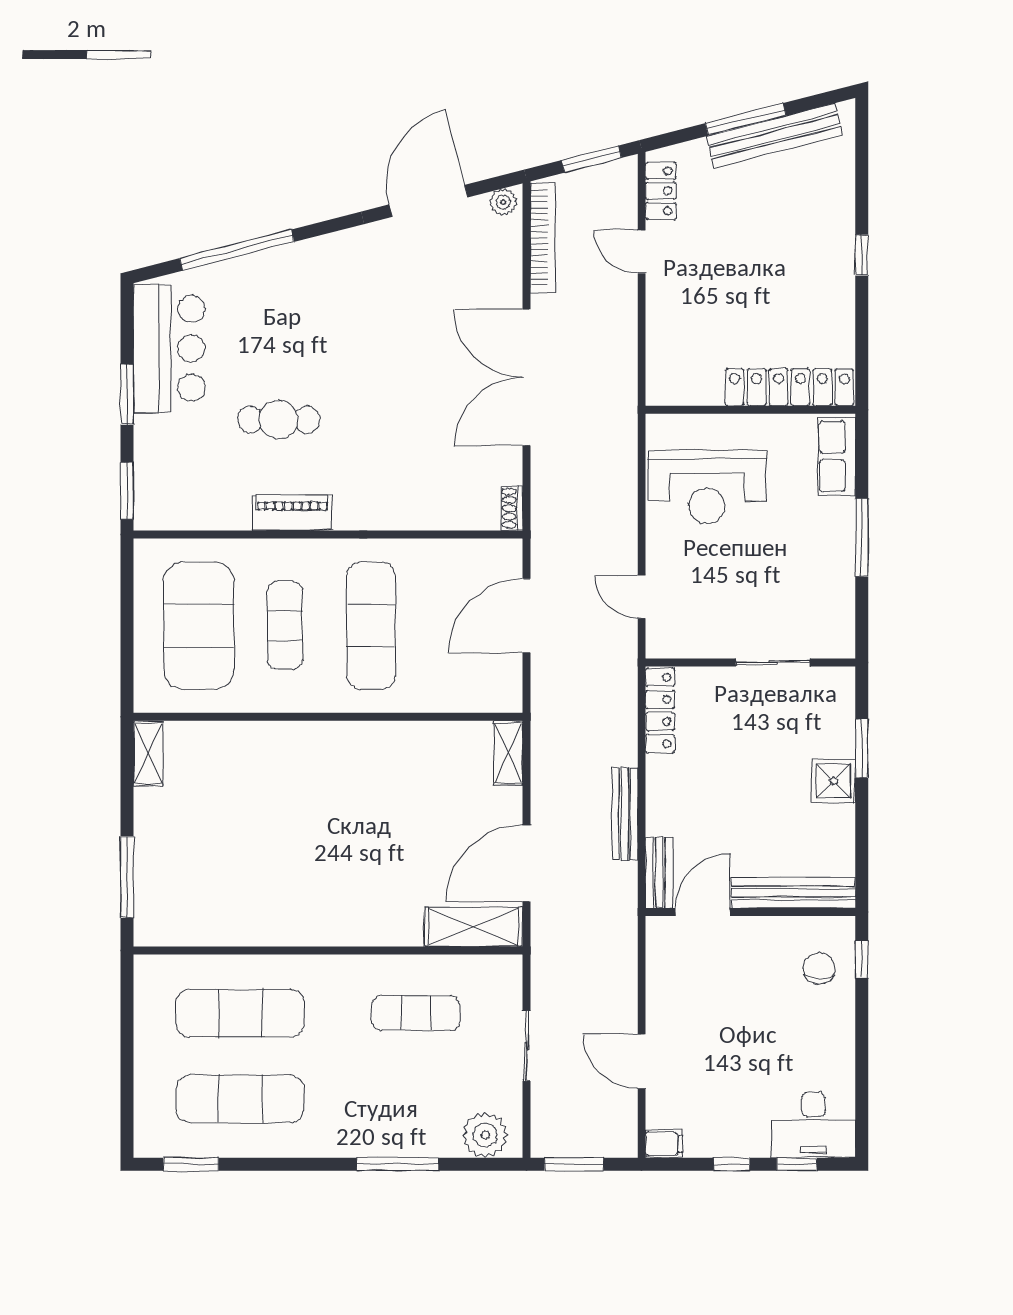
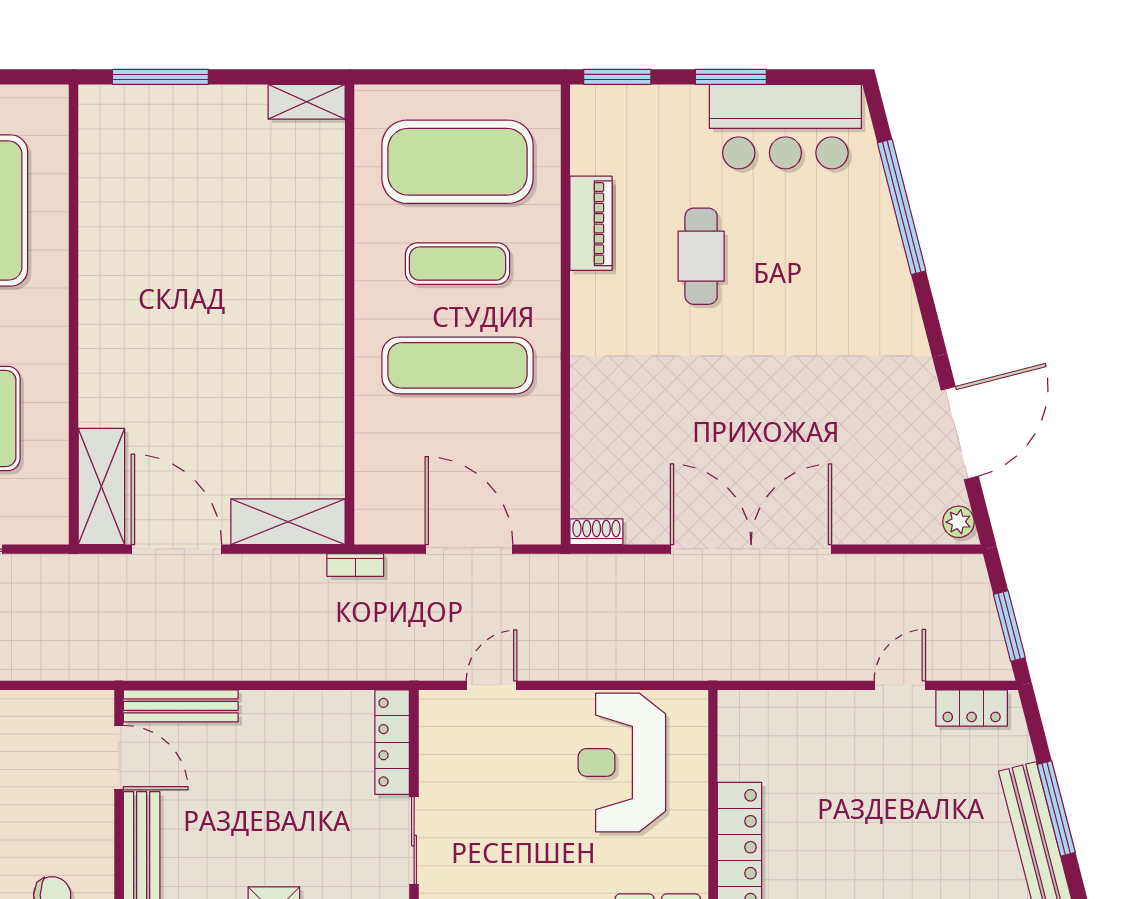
door: (428, 201) -> (960, 433), hinge flipped
bookcase: (543, 238) -> (355, 565), moved, width x0.43, depth x0.76
piano: (292, 513) -> (591, 223), moved
locker: (660, 711) -> (392, 742), moved, turned 90
shelving: (508, 753) -> (288, 522), width x1.50, depth x1.33
bench: (625, 814) -> (235, 665), removed
bench: (659, 873) -> (181, 706), width x1.36

